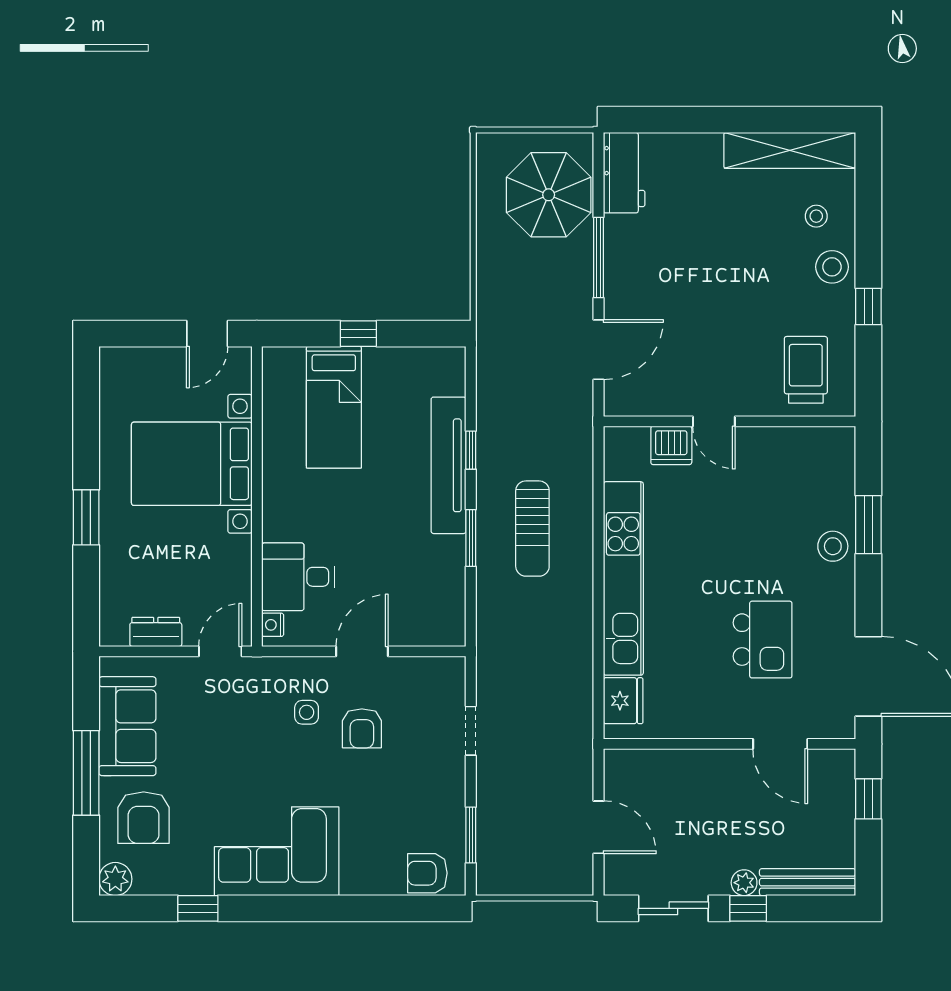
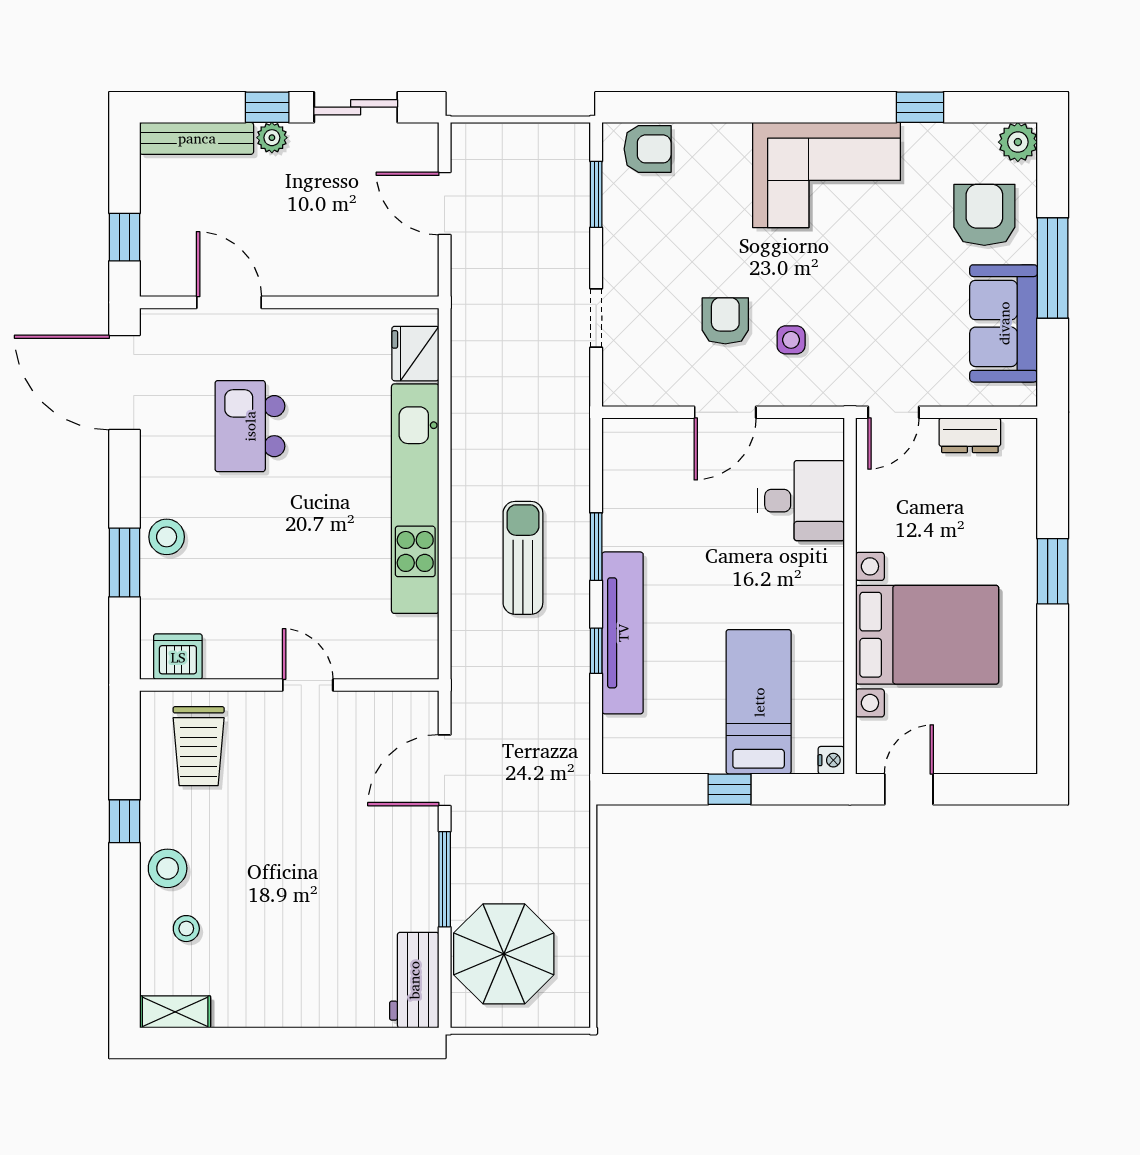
shelving: (790, 150) -> (175, 1012), width x0.45, depth x0.75
dishwasher: (671, 445) -> (178, 657), moved
nightstand: (273, 625) -> (831, 760), moved

